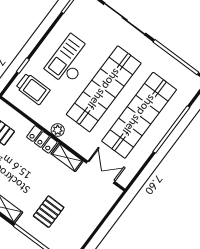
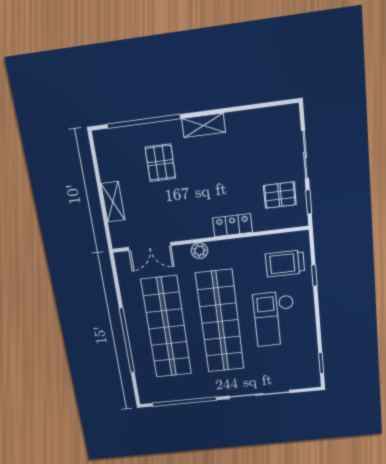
checkout: (70, 60) -> (275, 319), turned 180
plant: (58, 130) -> (200, 251), moved
shelving: (67, 157) -> (113, 202), moved, turned 90

